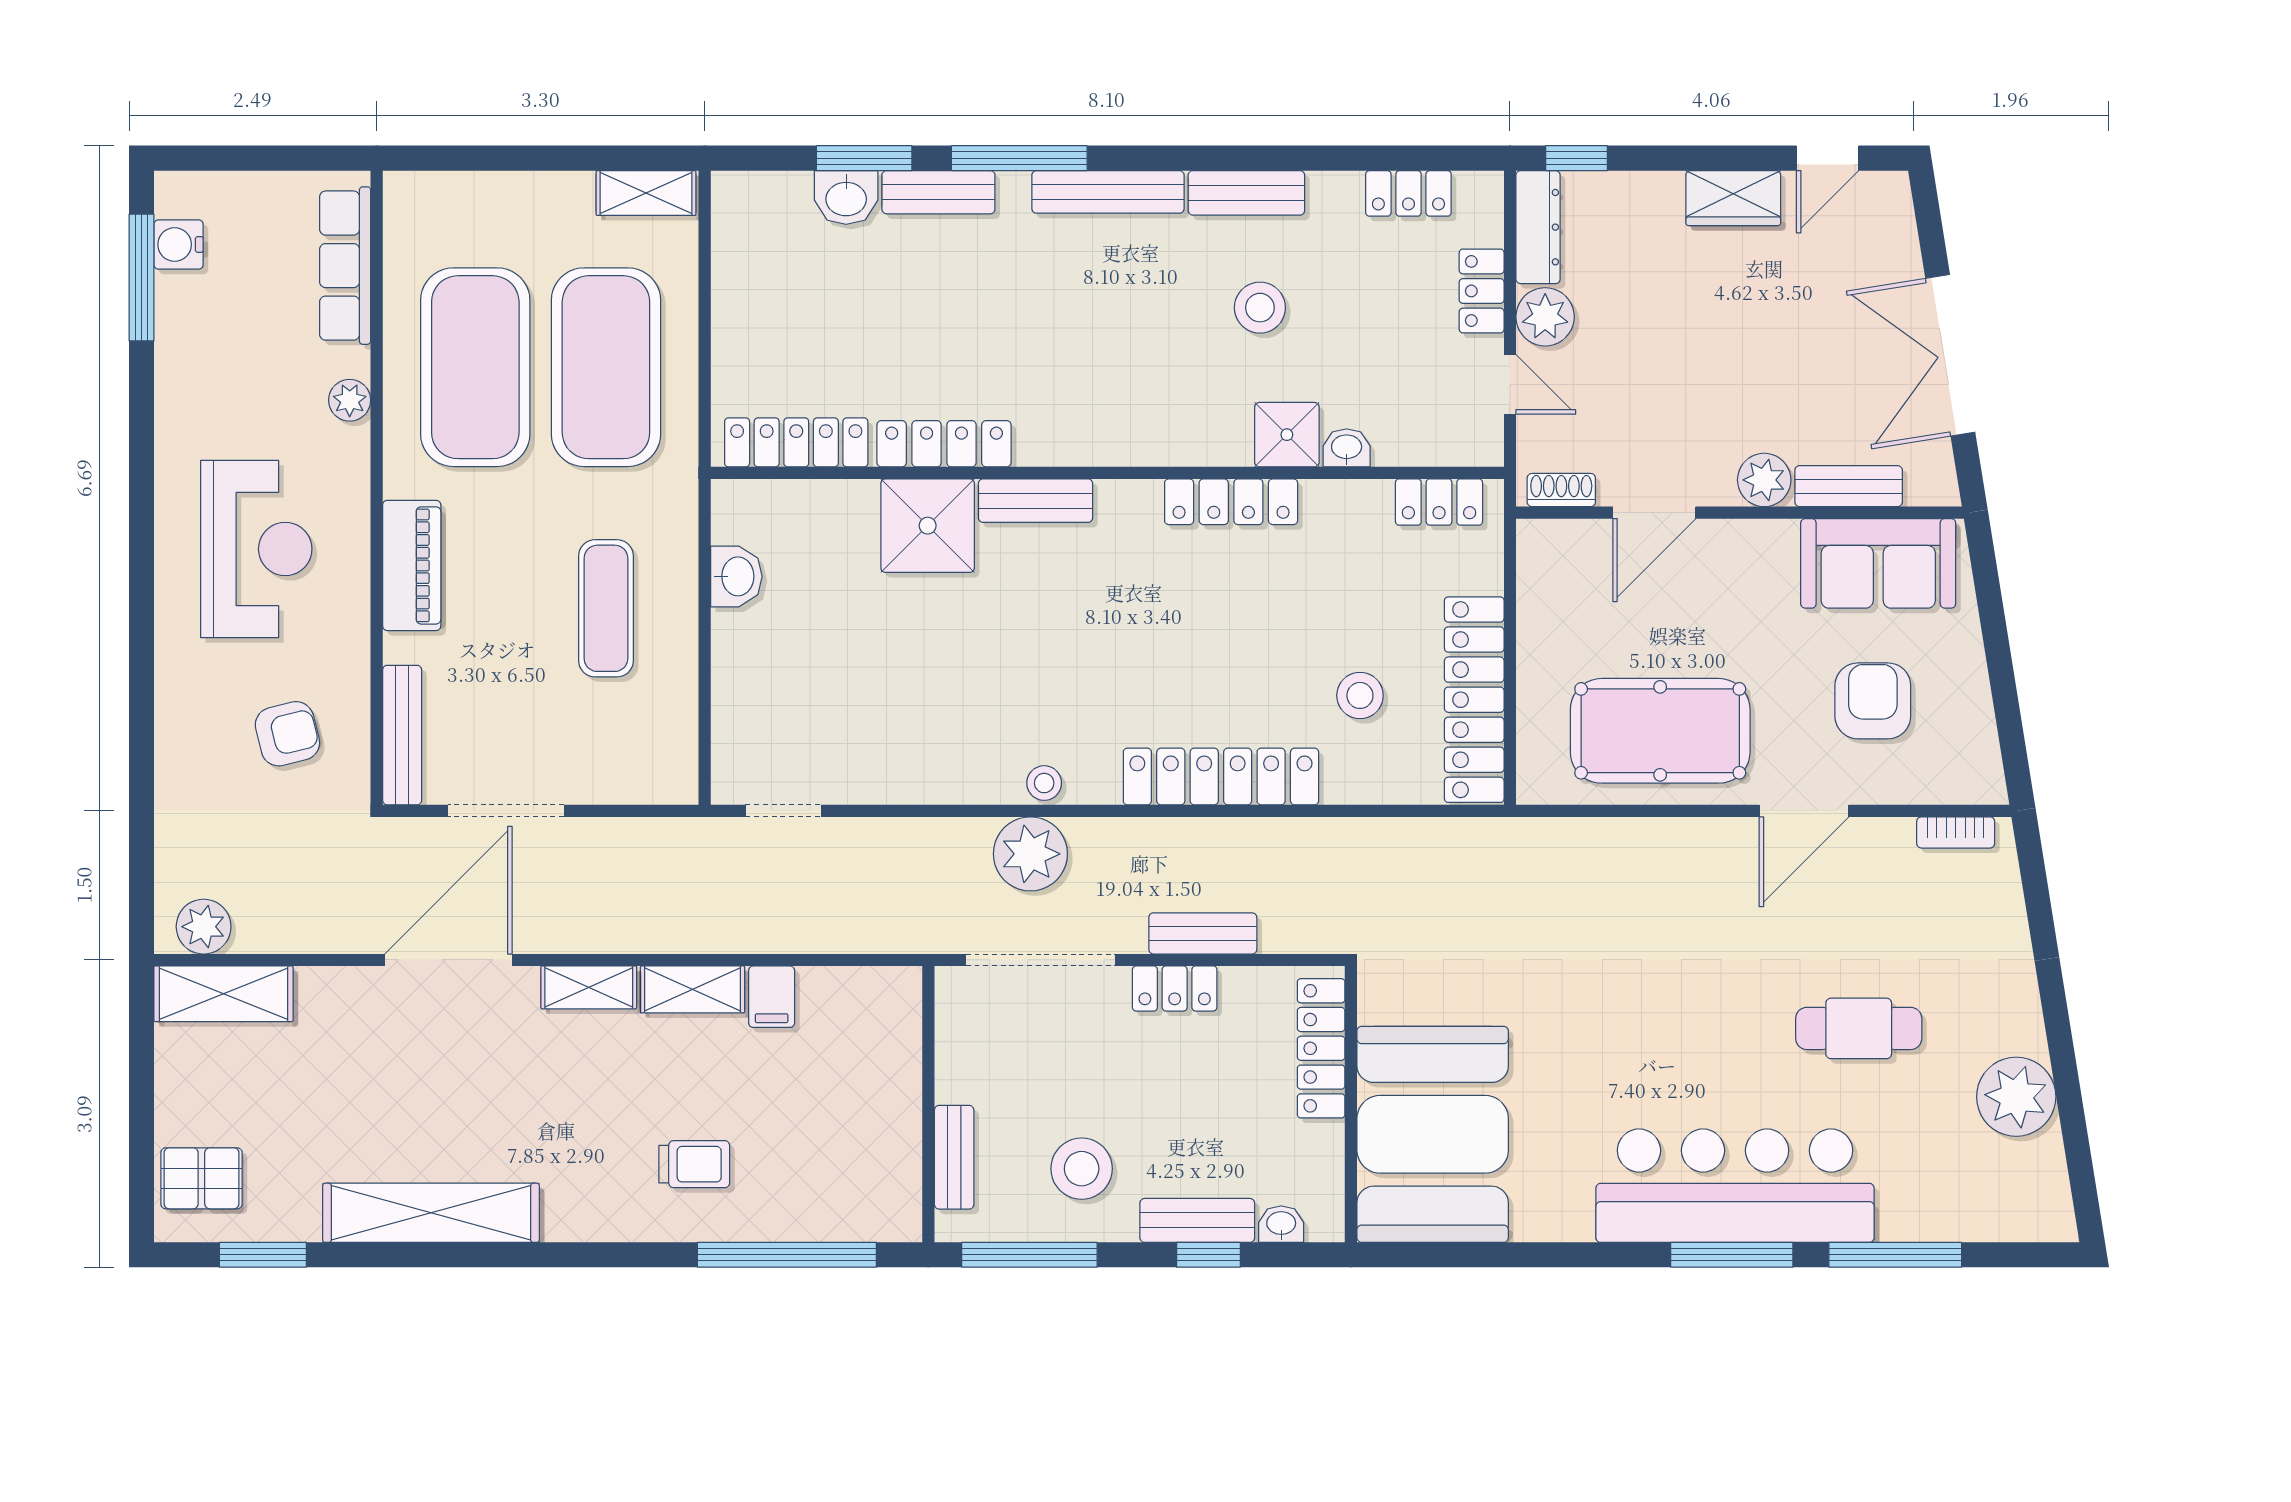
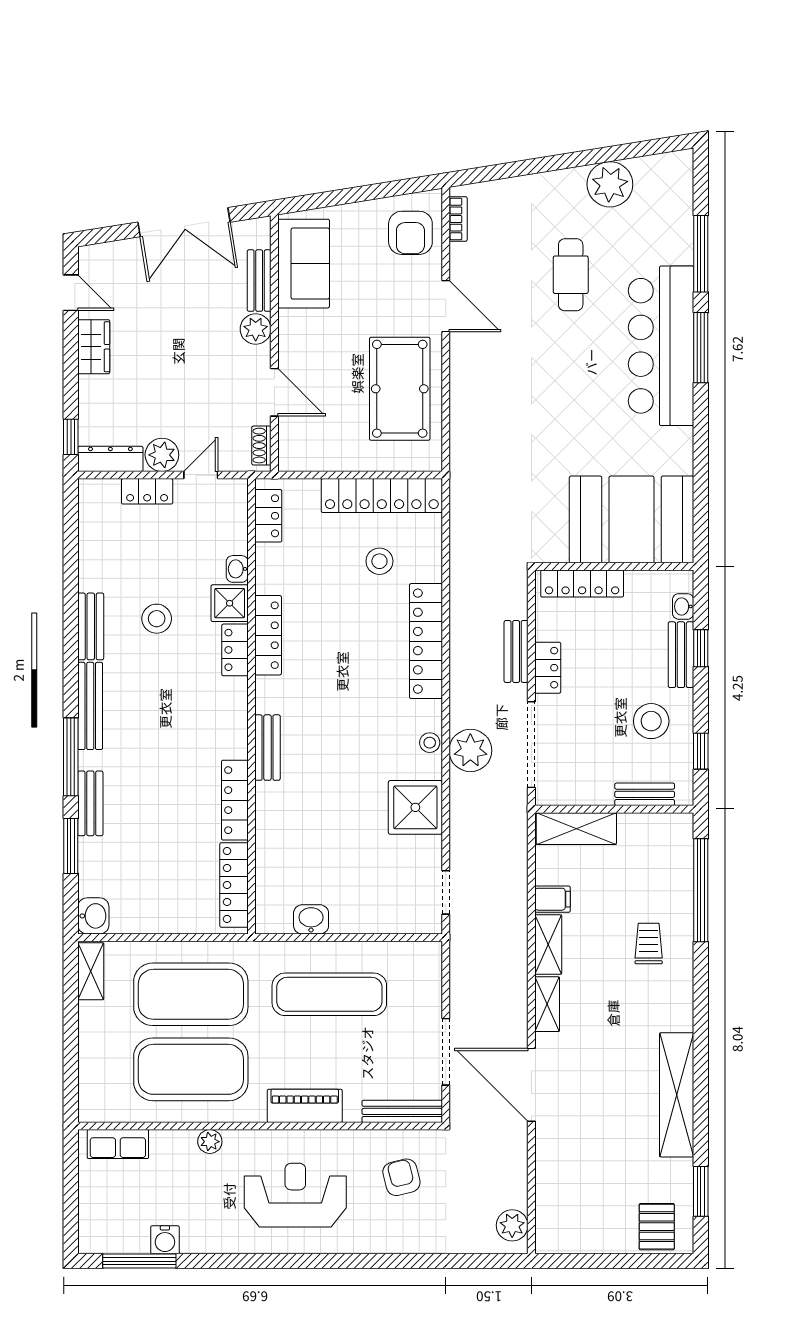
locker: (1408, 193) -> (235, 650), moved, turned 180
washbasin: (846, 197) -> (93, 916), moved
water cooler: (179, 245) -> (165, 1240), moved
row of seats: (345, 266) -> (118, 1144), width x0.68
shower: (928, 526) -> (415, 807), moved
exercise mat: (606, 608) -> (329, 994), width x1.36, depth x1.45
armchair: (1873, 701) -> (410, 233), moved, turned -90
shelving: (224, 994) -> (576, 829), moved, turned 90
window: (1029, 1255) -> (701, 751), width x0.46

